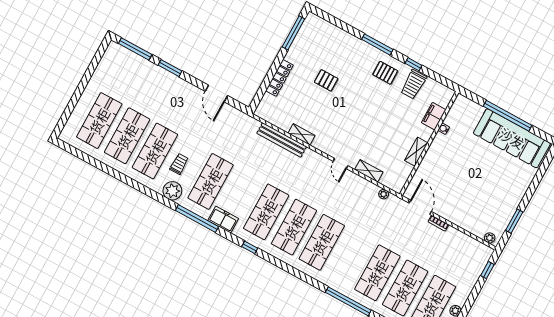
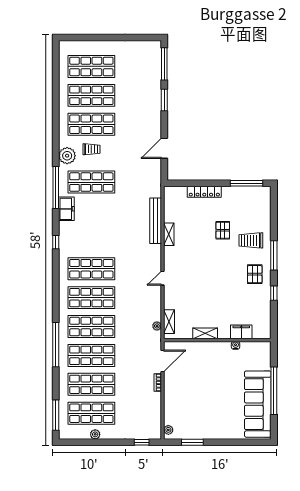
trolley: (414, 84) -> (251, 240), moved
shelving: (369, 171) -> (169, 322), moved
shop shelf: (266, 212) -> (91, 327), moved

